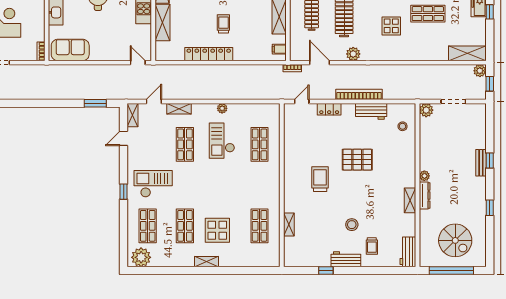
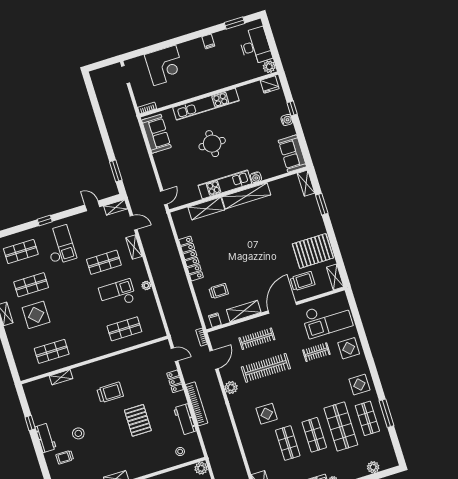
trolley: (223, 24) -> (219, 291), moved

